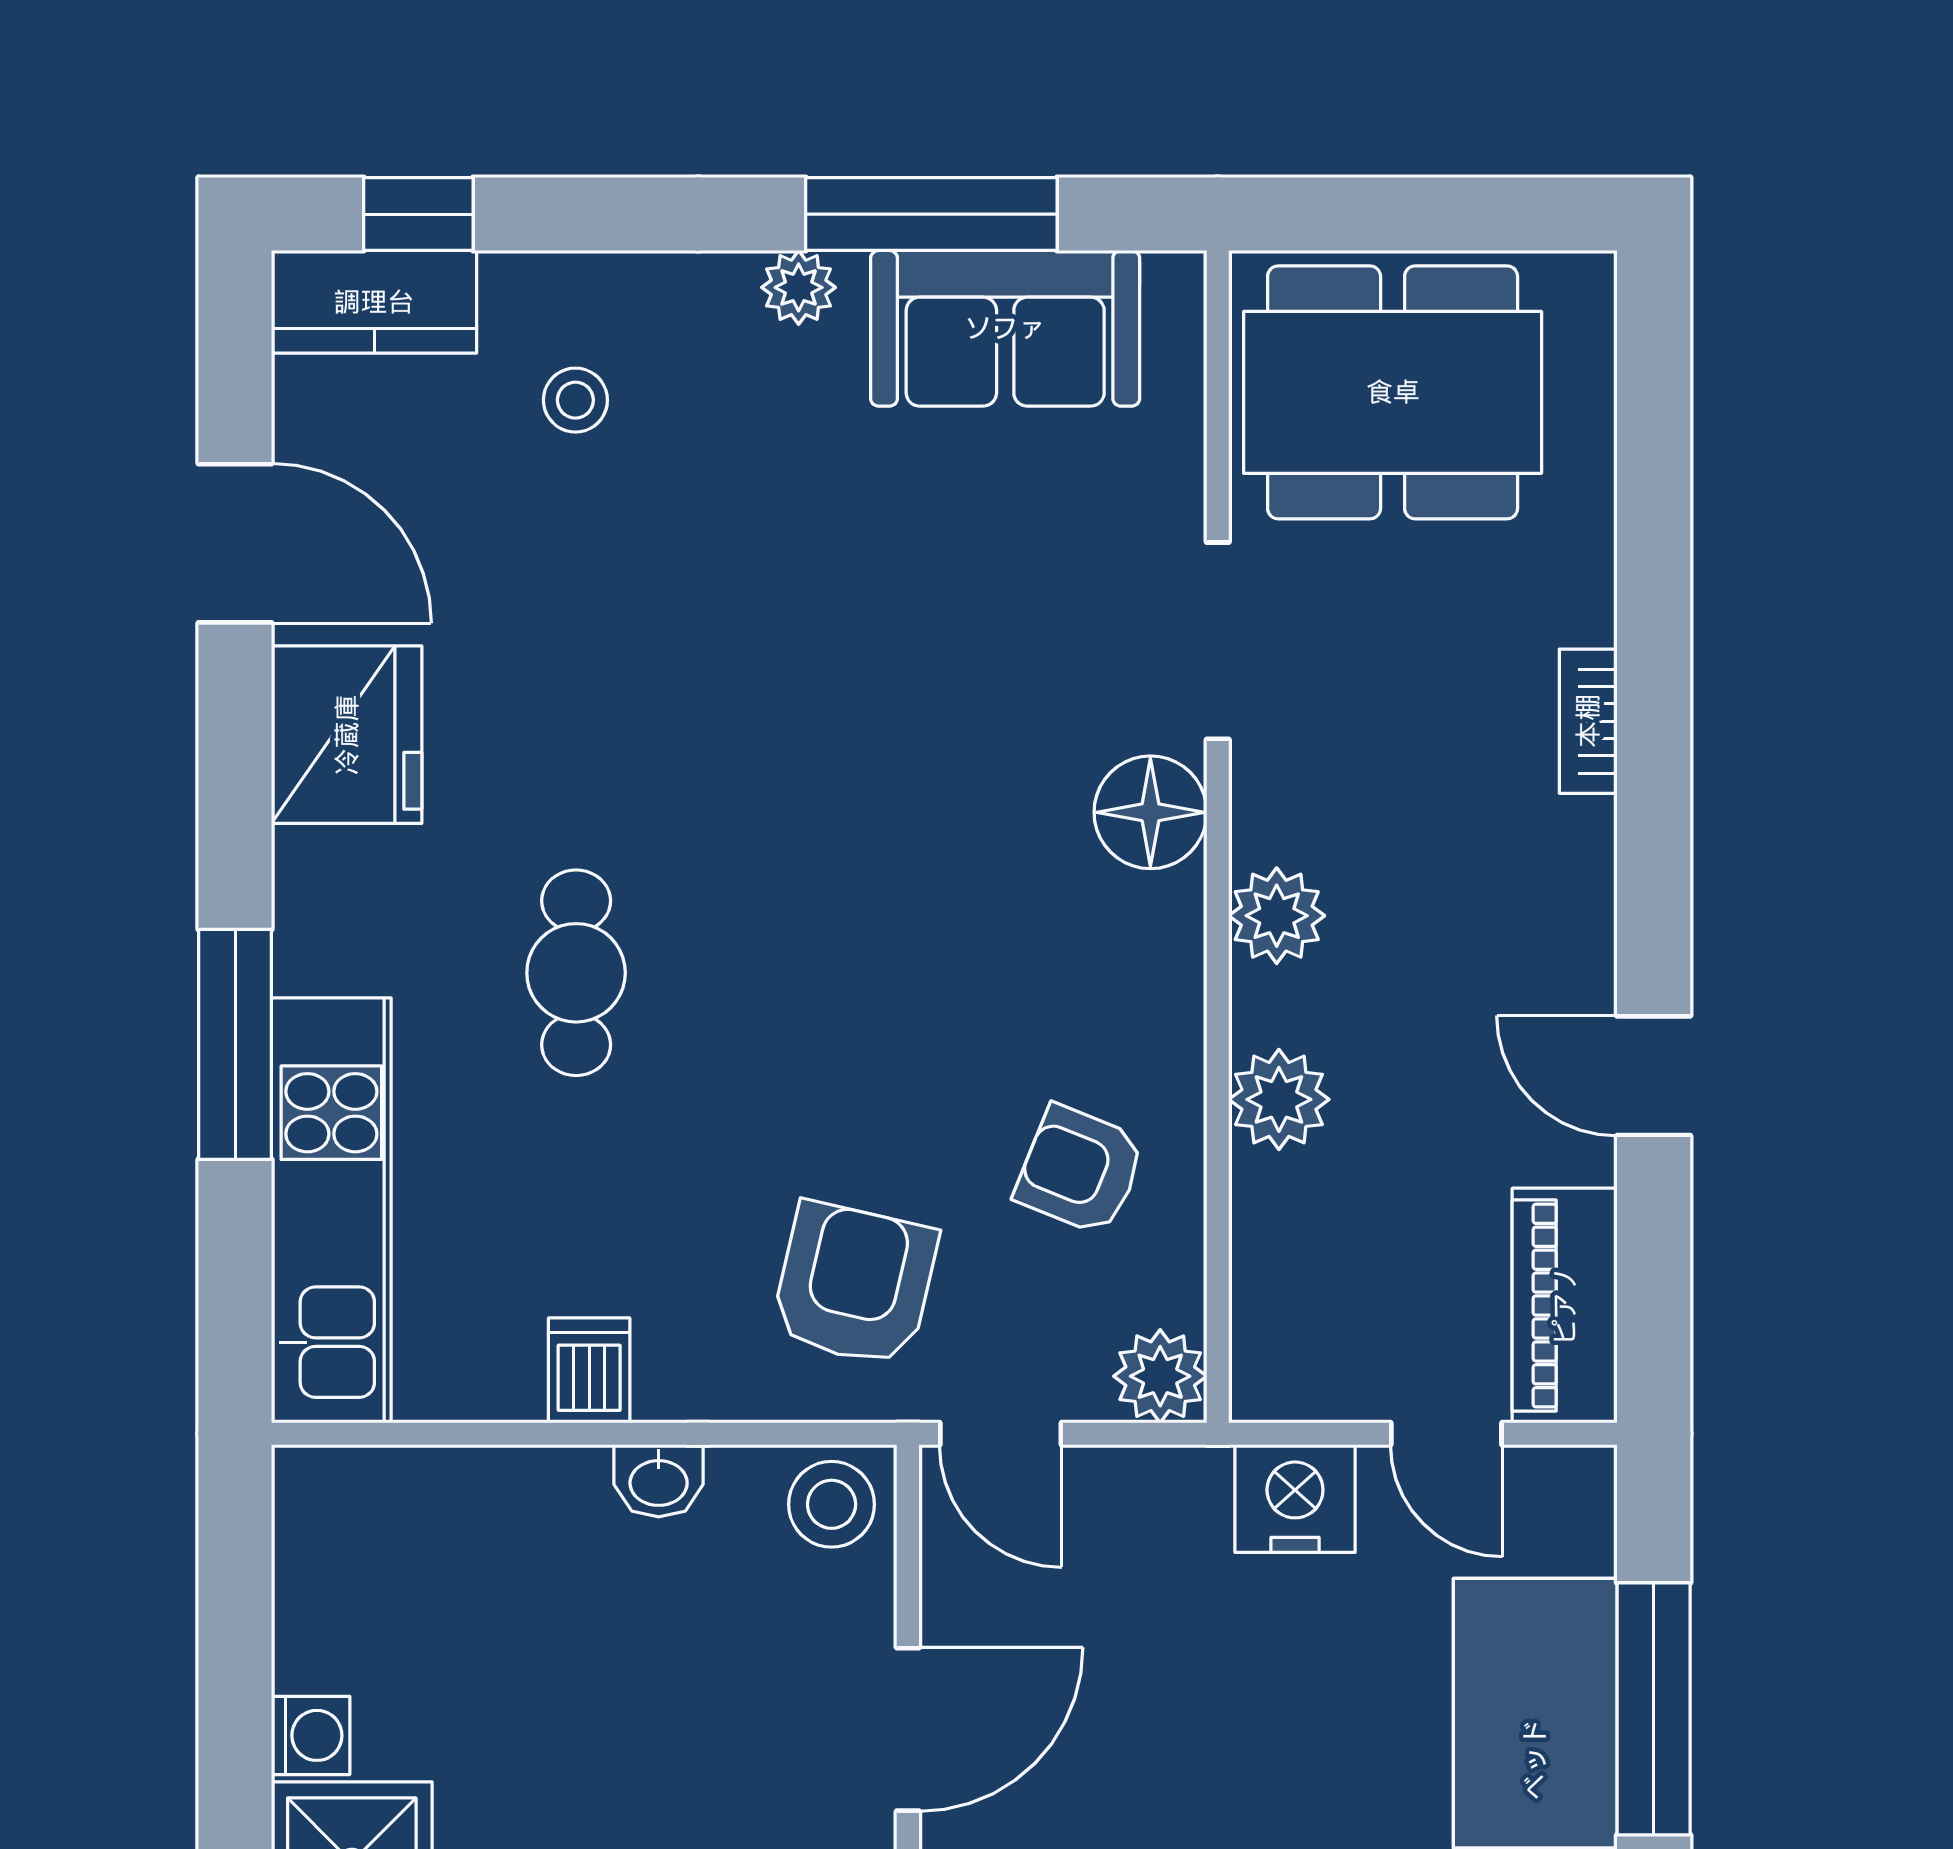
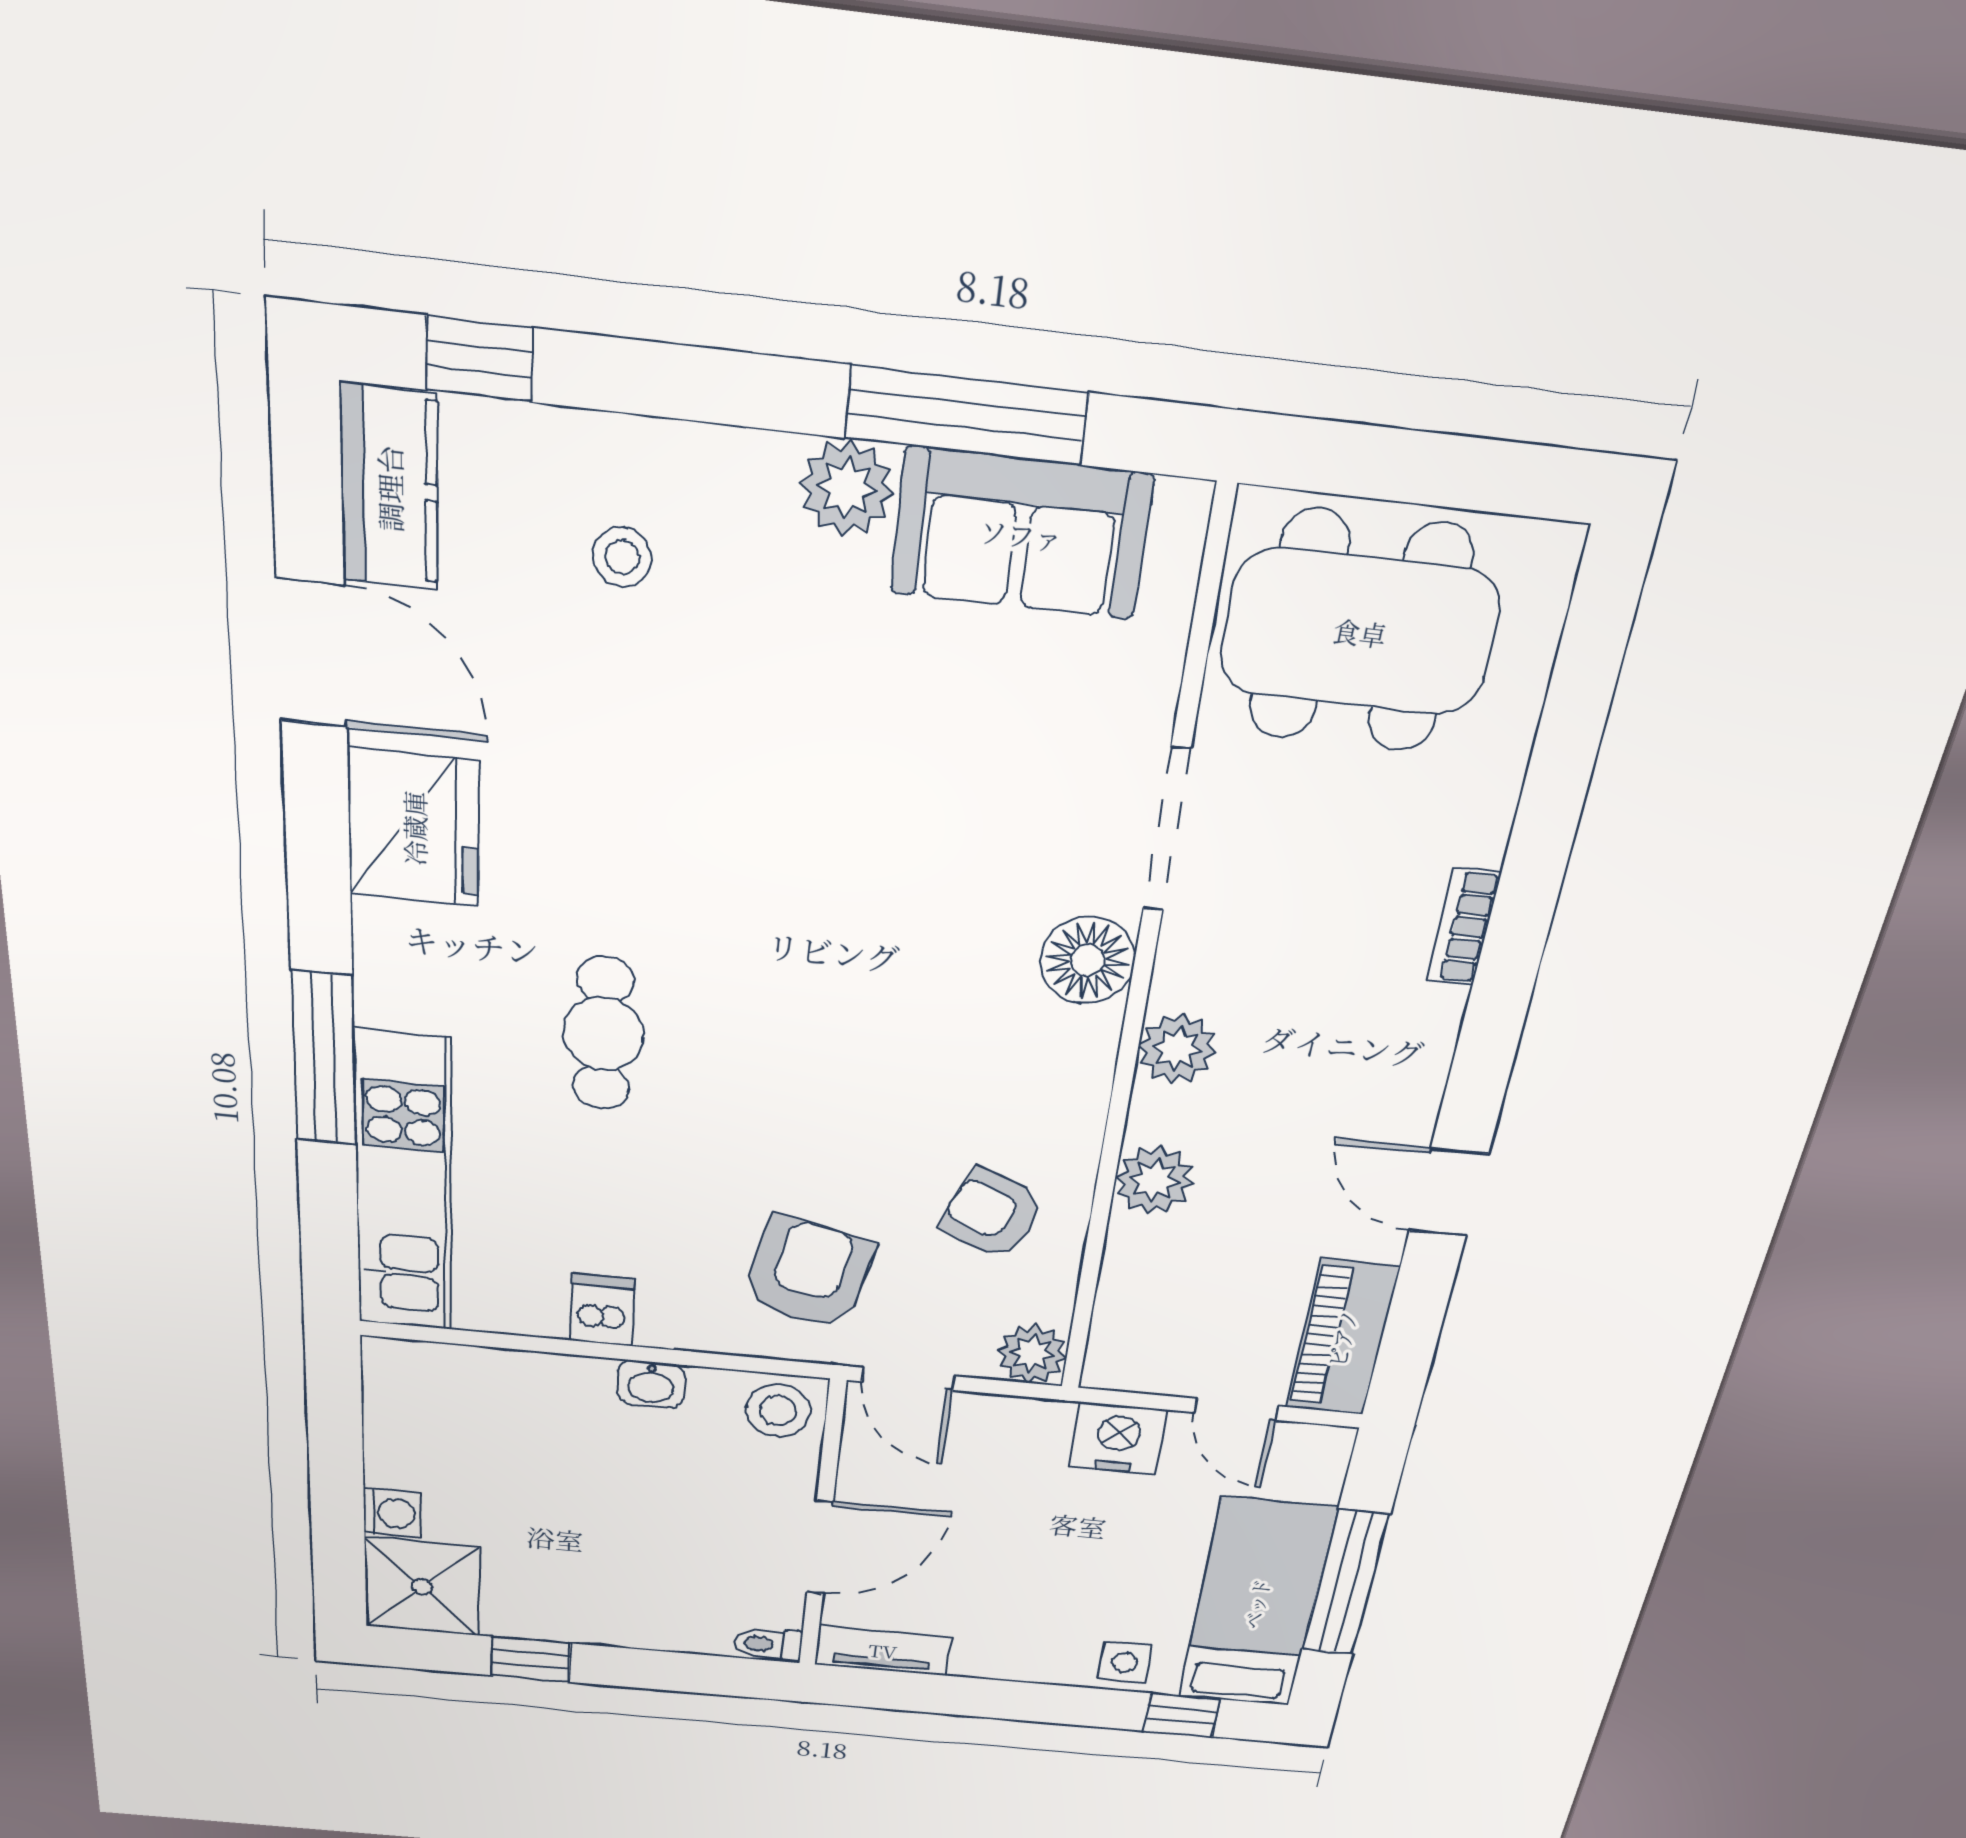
plant: (799, 287) -> (847, 488), width x1.38, depth x1.38
kitchen counter: (374, 302) -> (389, 488), moved, turned -90

